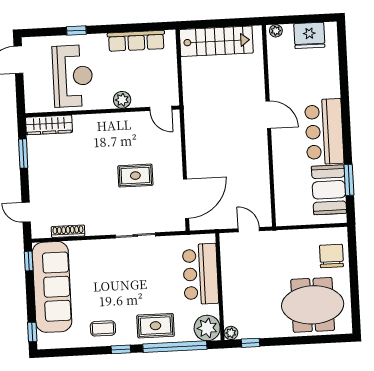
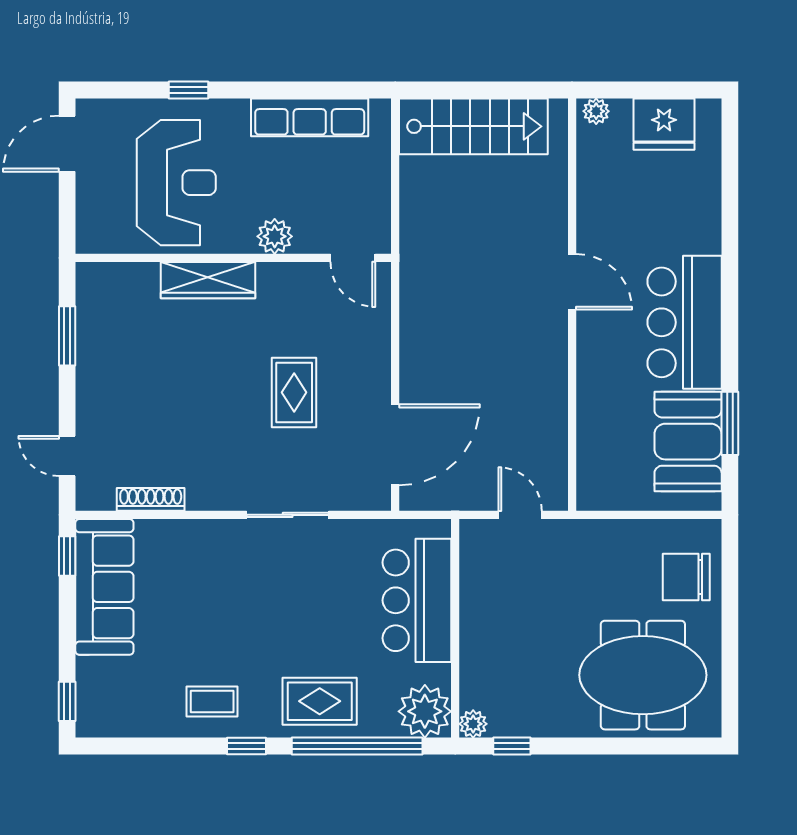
wardrobe: (49, 125) -> (208, 280), moved
rug: (135, 176) -> (294, 392), turned 90
chair: (331, 256) -> (686, 577), turned -90
sofa: (52, 287) -> (104, 587), width x0.74, depth x0.79

